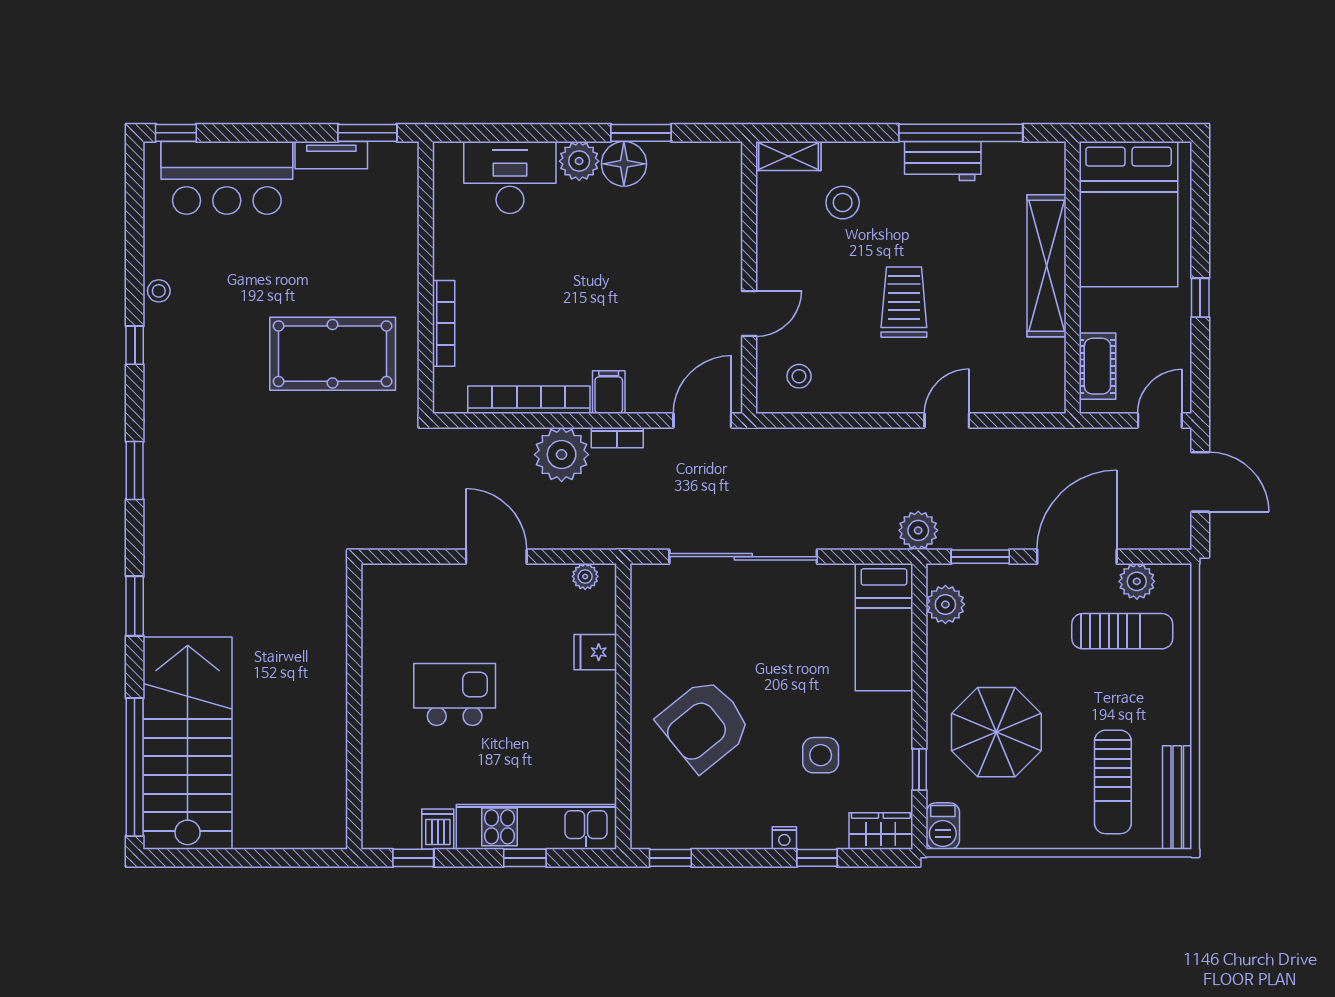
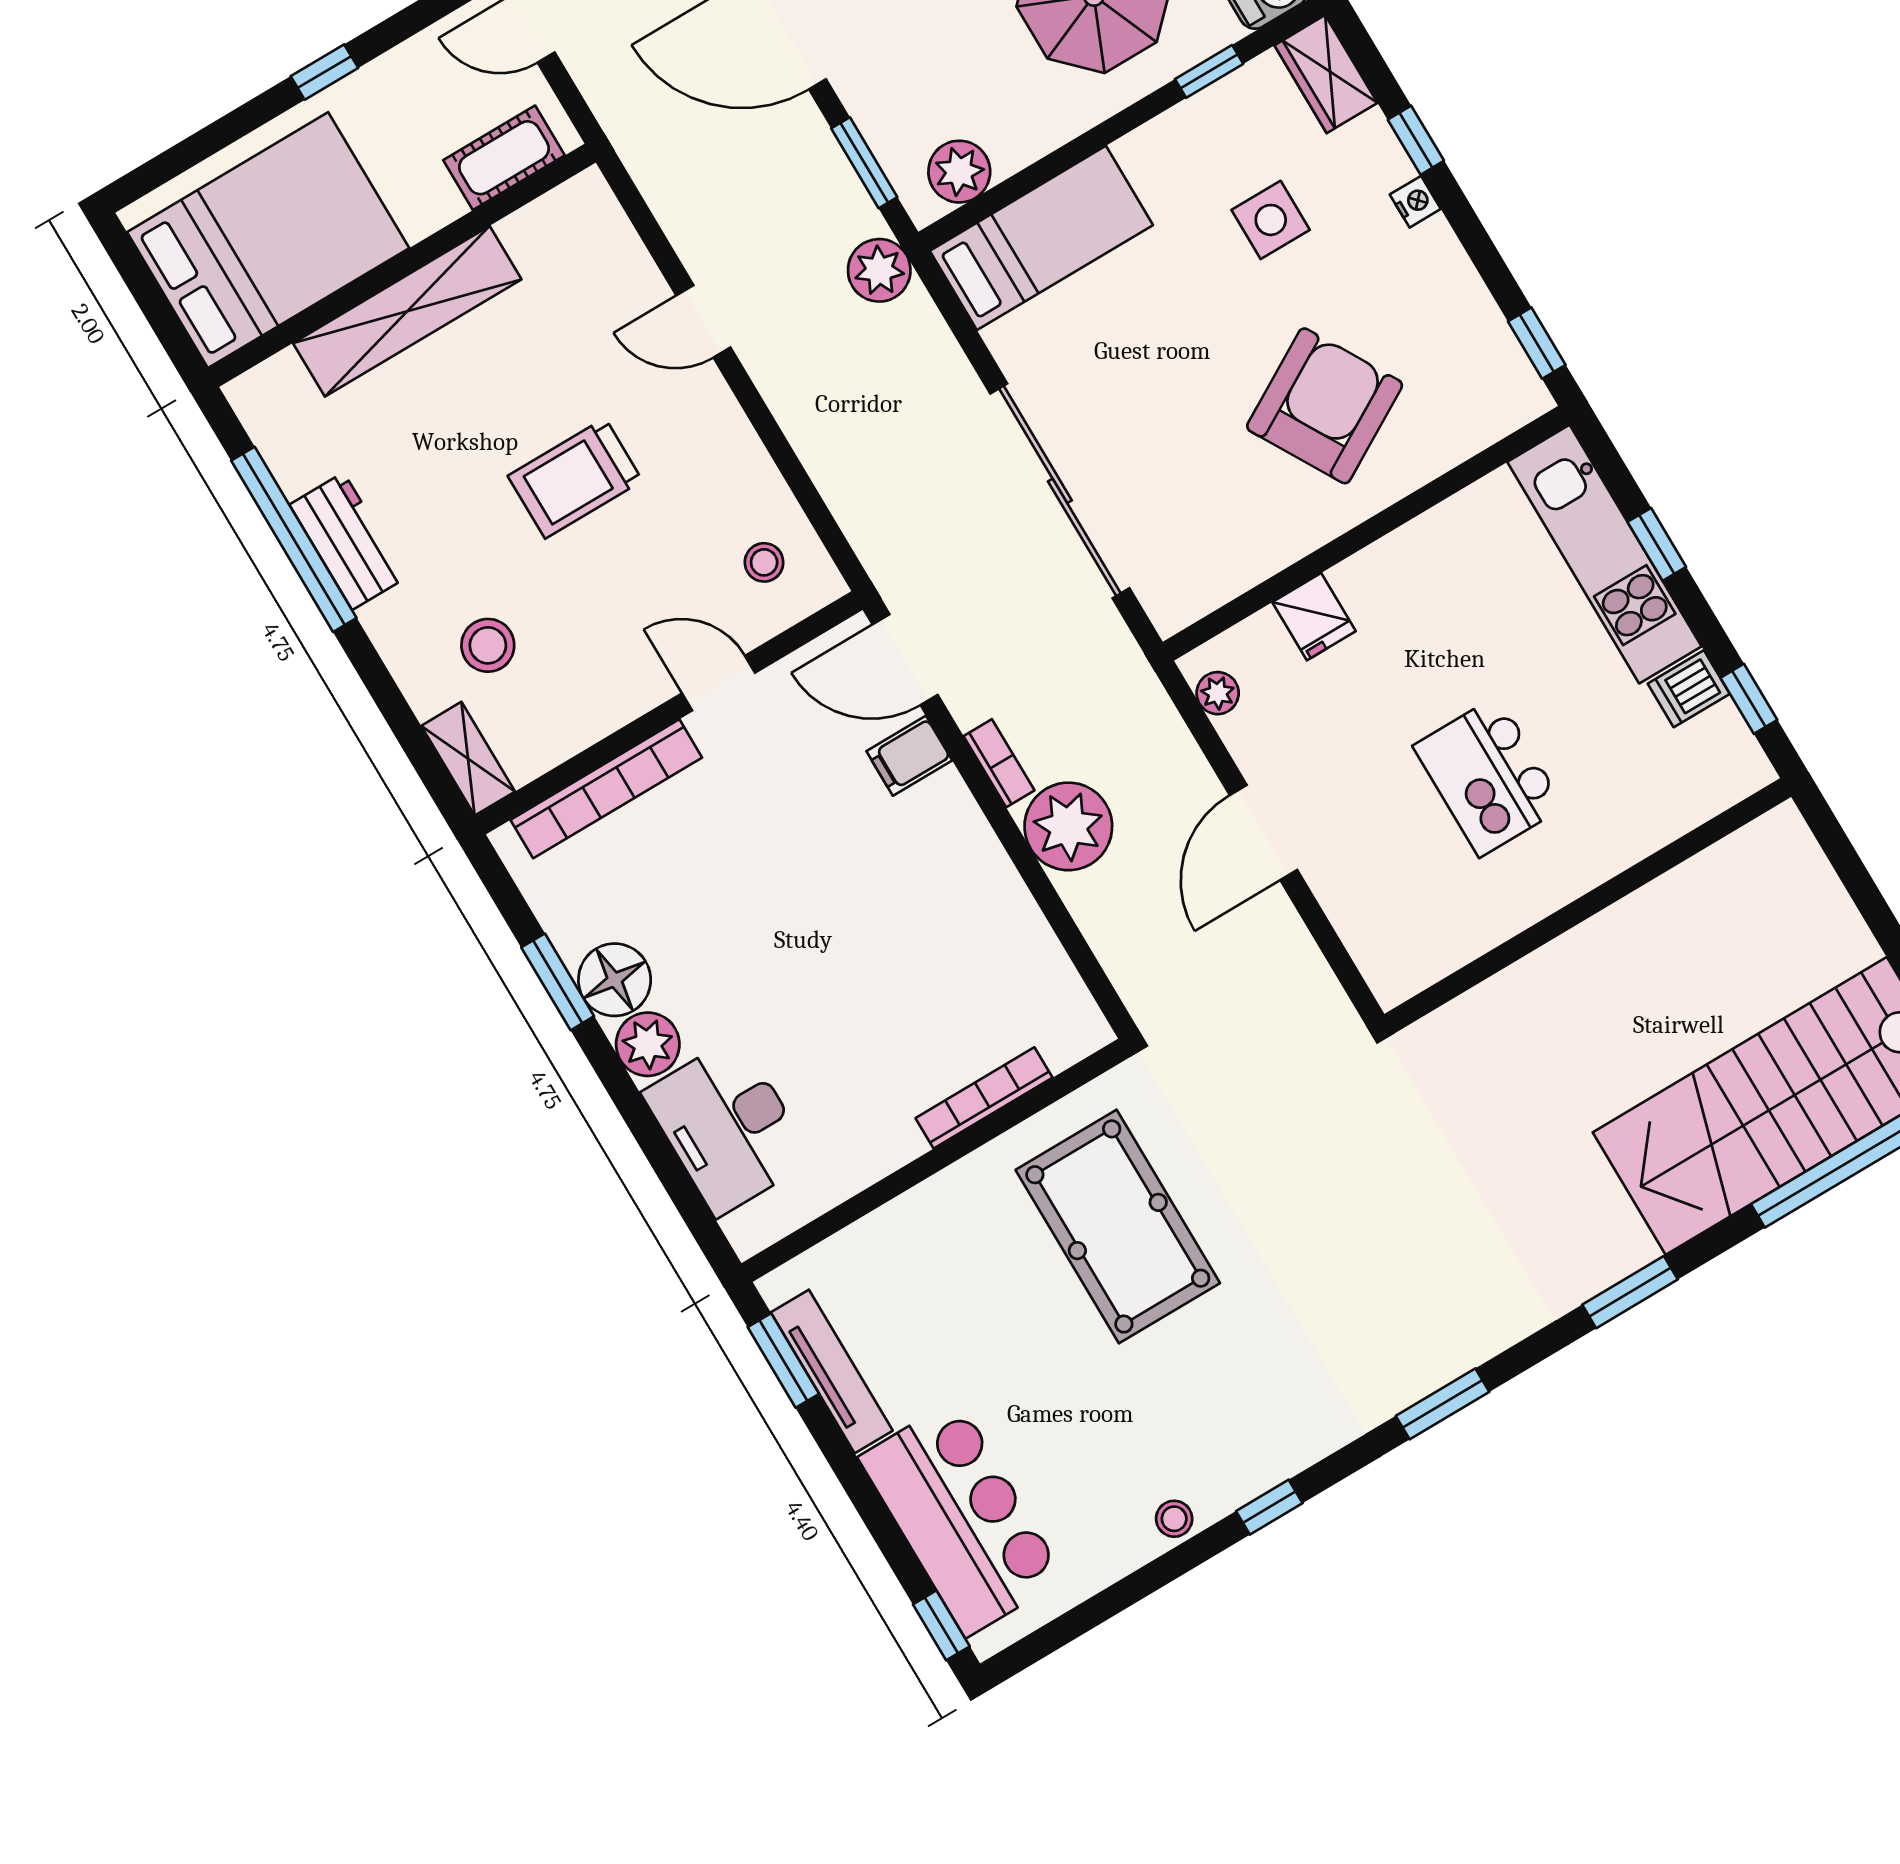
tv unit: (331, 155) -> (832, 1371), width x1.41
filing cabinet: (609, 392) -> (909, 756), moved
bookcase: (529, 400) -> (606, 789), moved, turned -90
armchair: (704, 725) -> (1325, 406), turned -81

